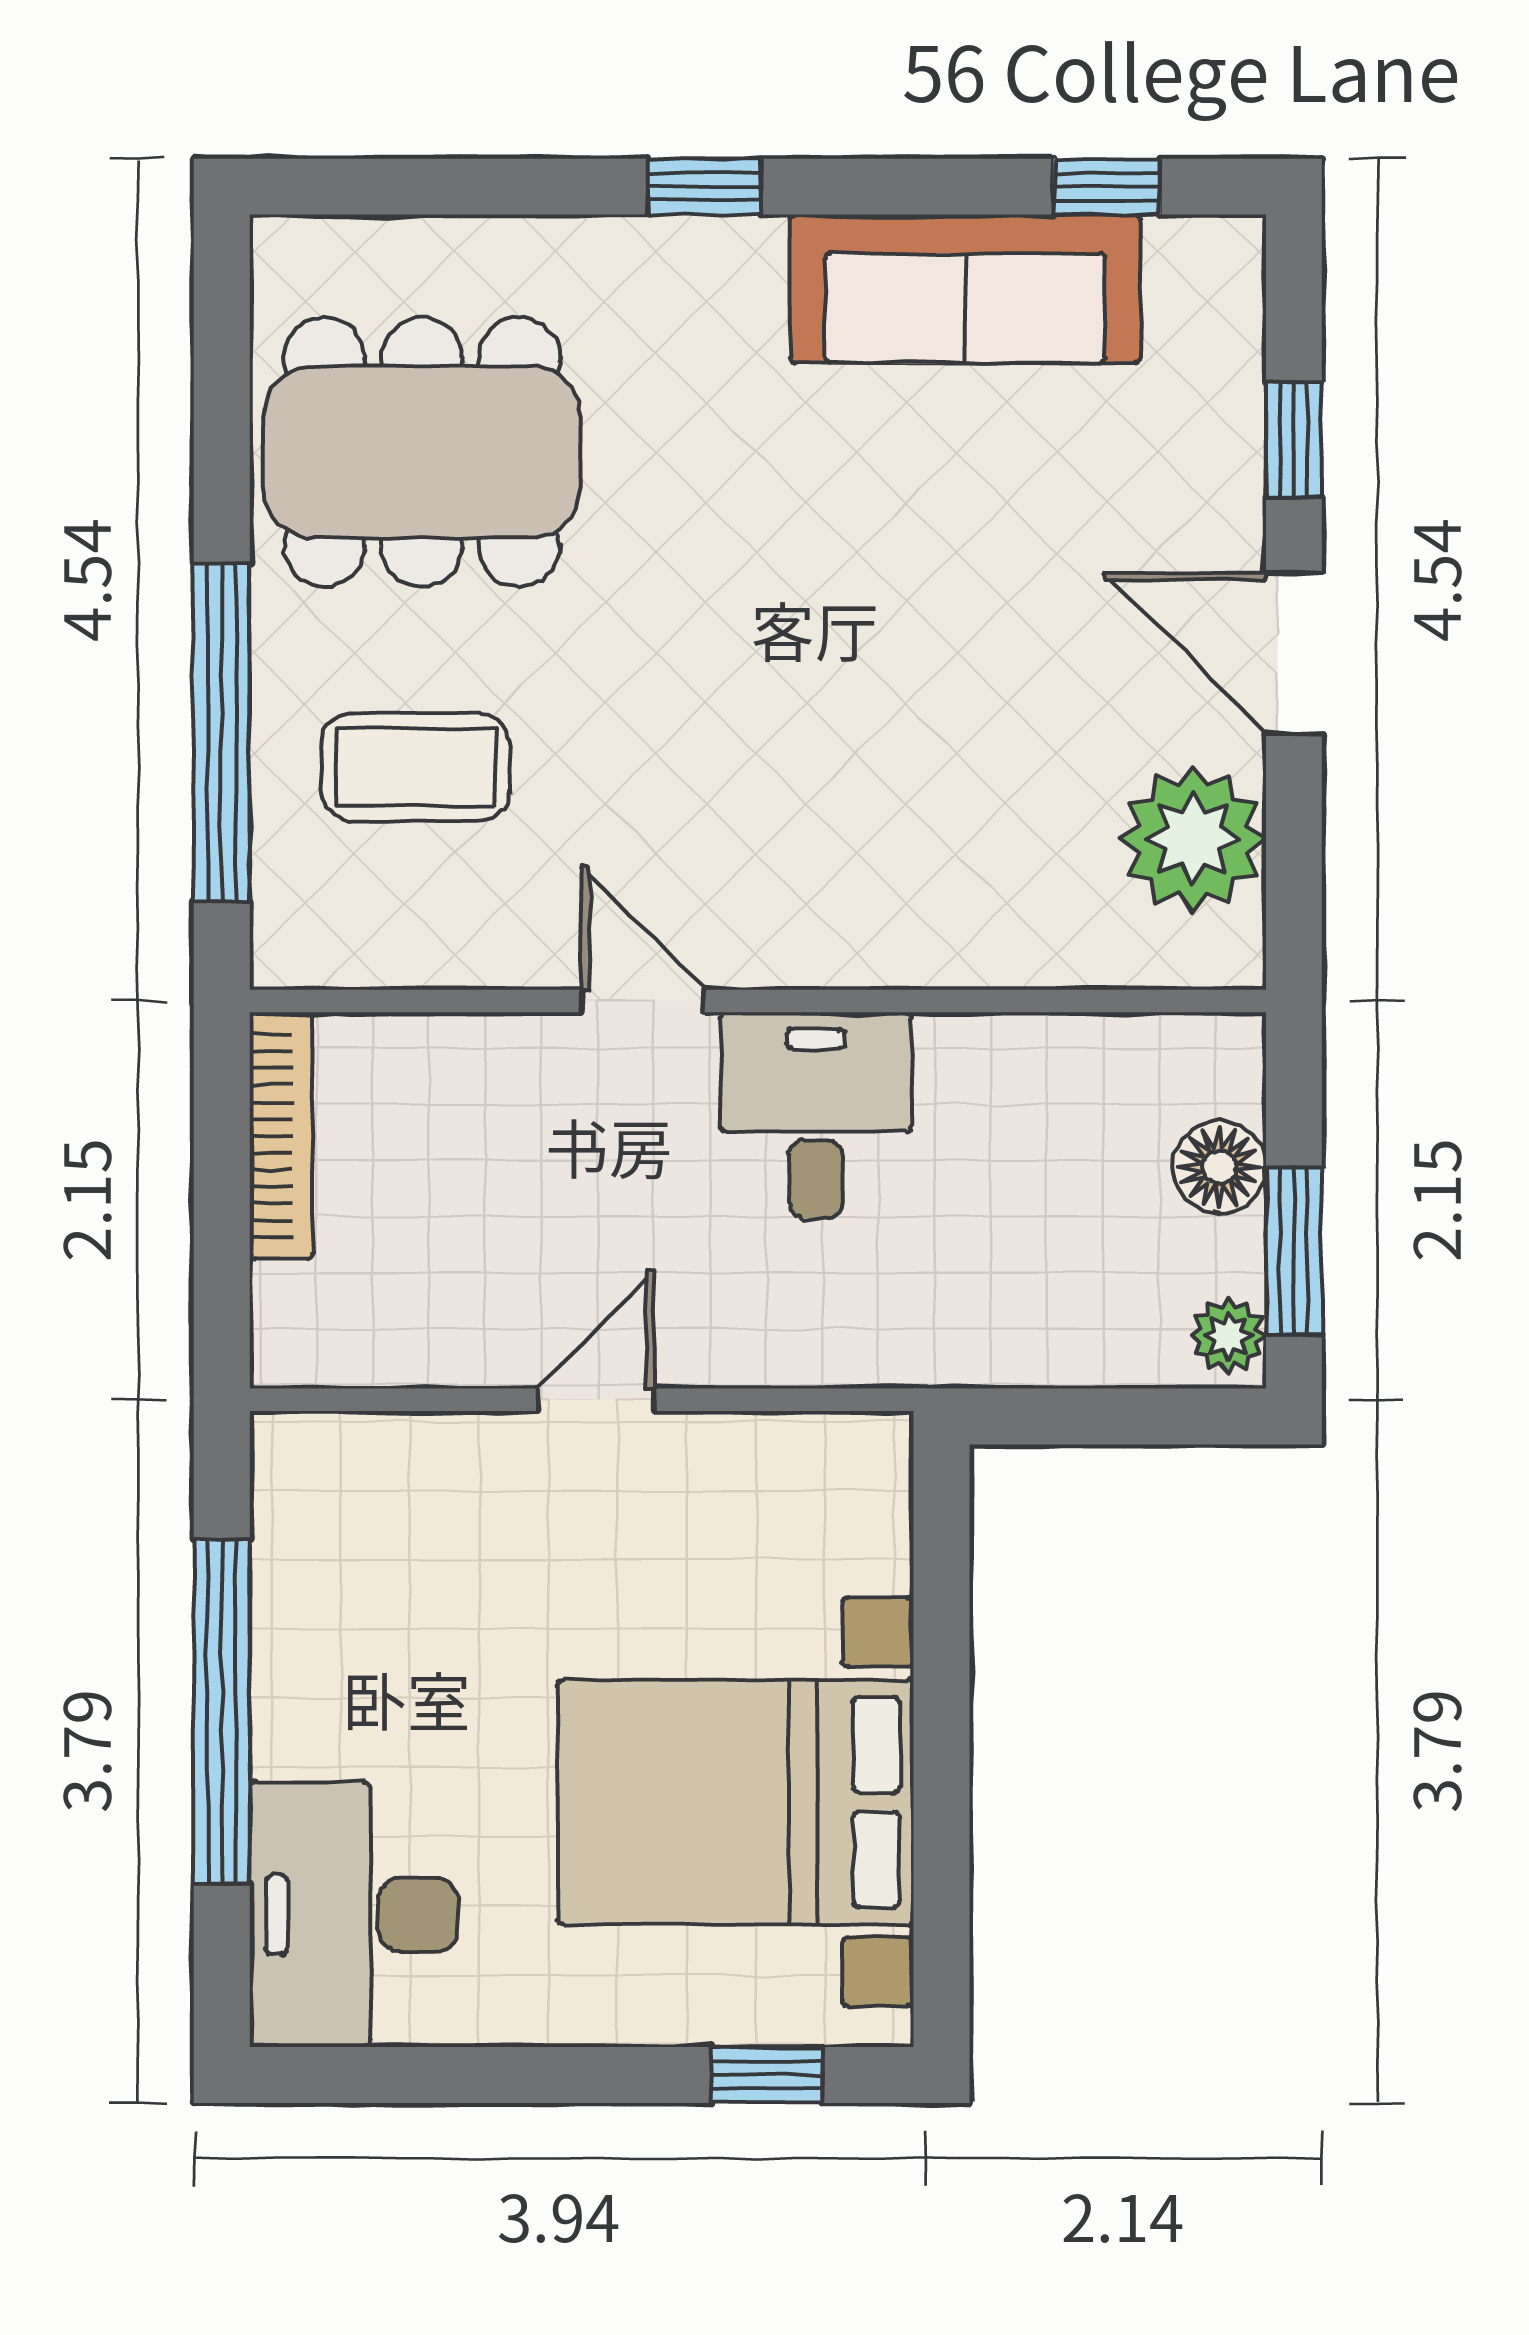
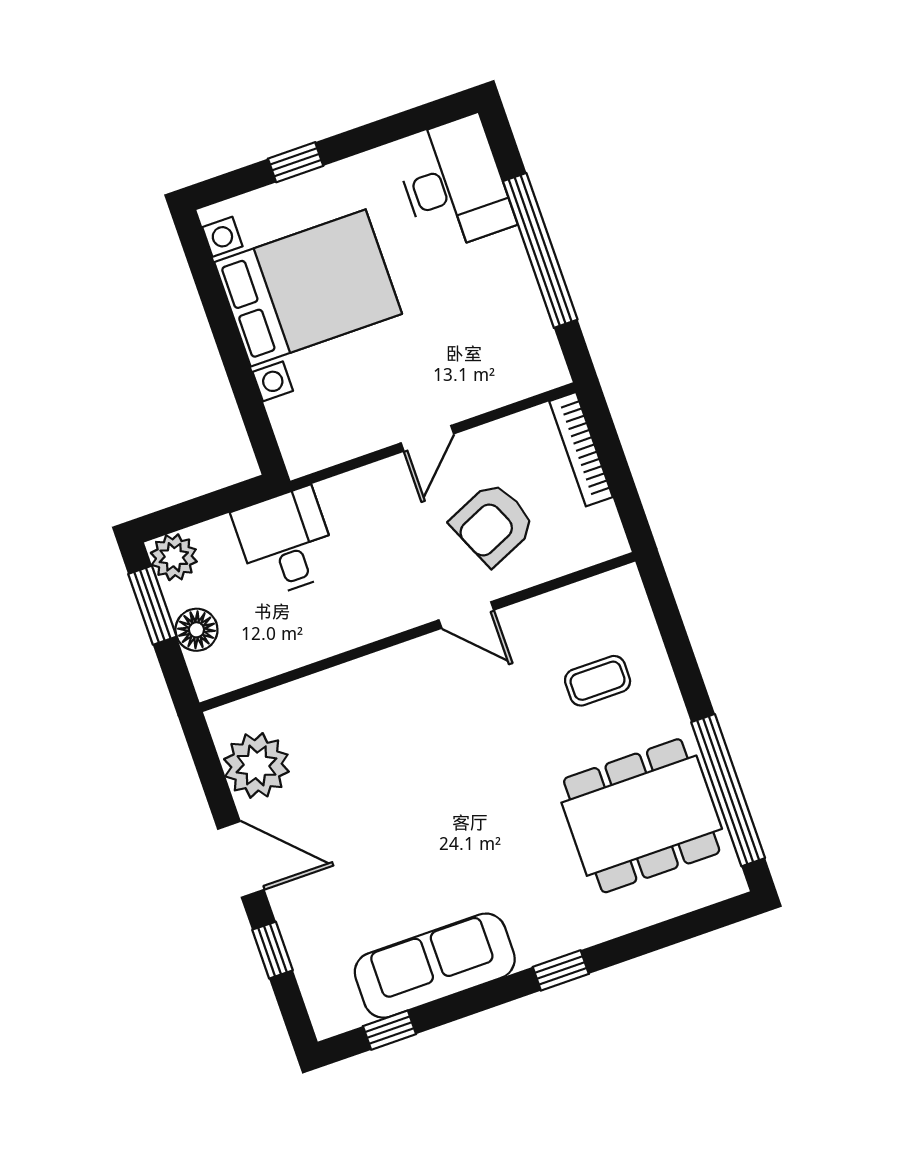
window: (222, 732) -> (728, 790), moved
coffee table: (416, 767) -> (598, 681), width x0.73, depth x0.77
desk: (816, 1115) -> (286, 542), moved, turned 180
bookcase: (281, 1136) -> (581, 449), moved
armchair: (521, 1173) -> (493, 524), added
plant: (1228, 1336) -> (174, 557), width x1.38, depth x1.38
window: (767, 2075) -> (296, 162), moved

